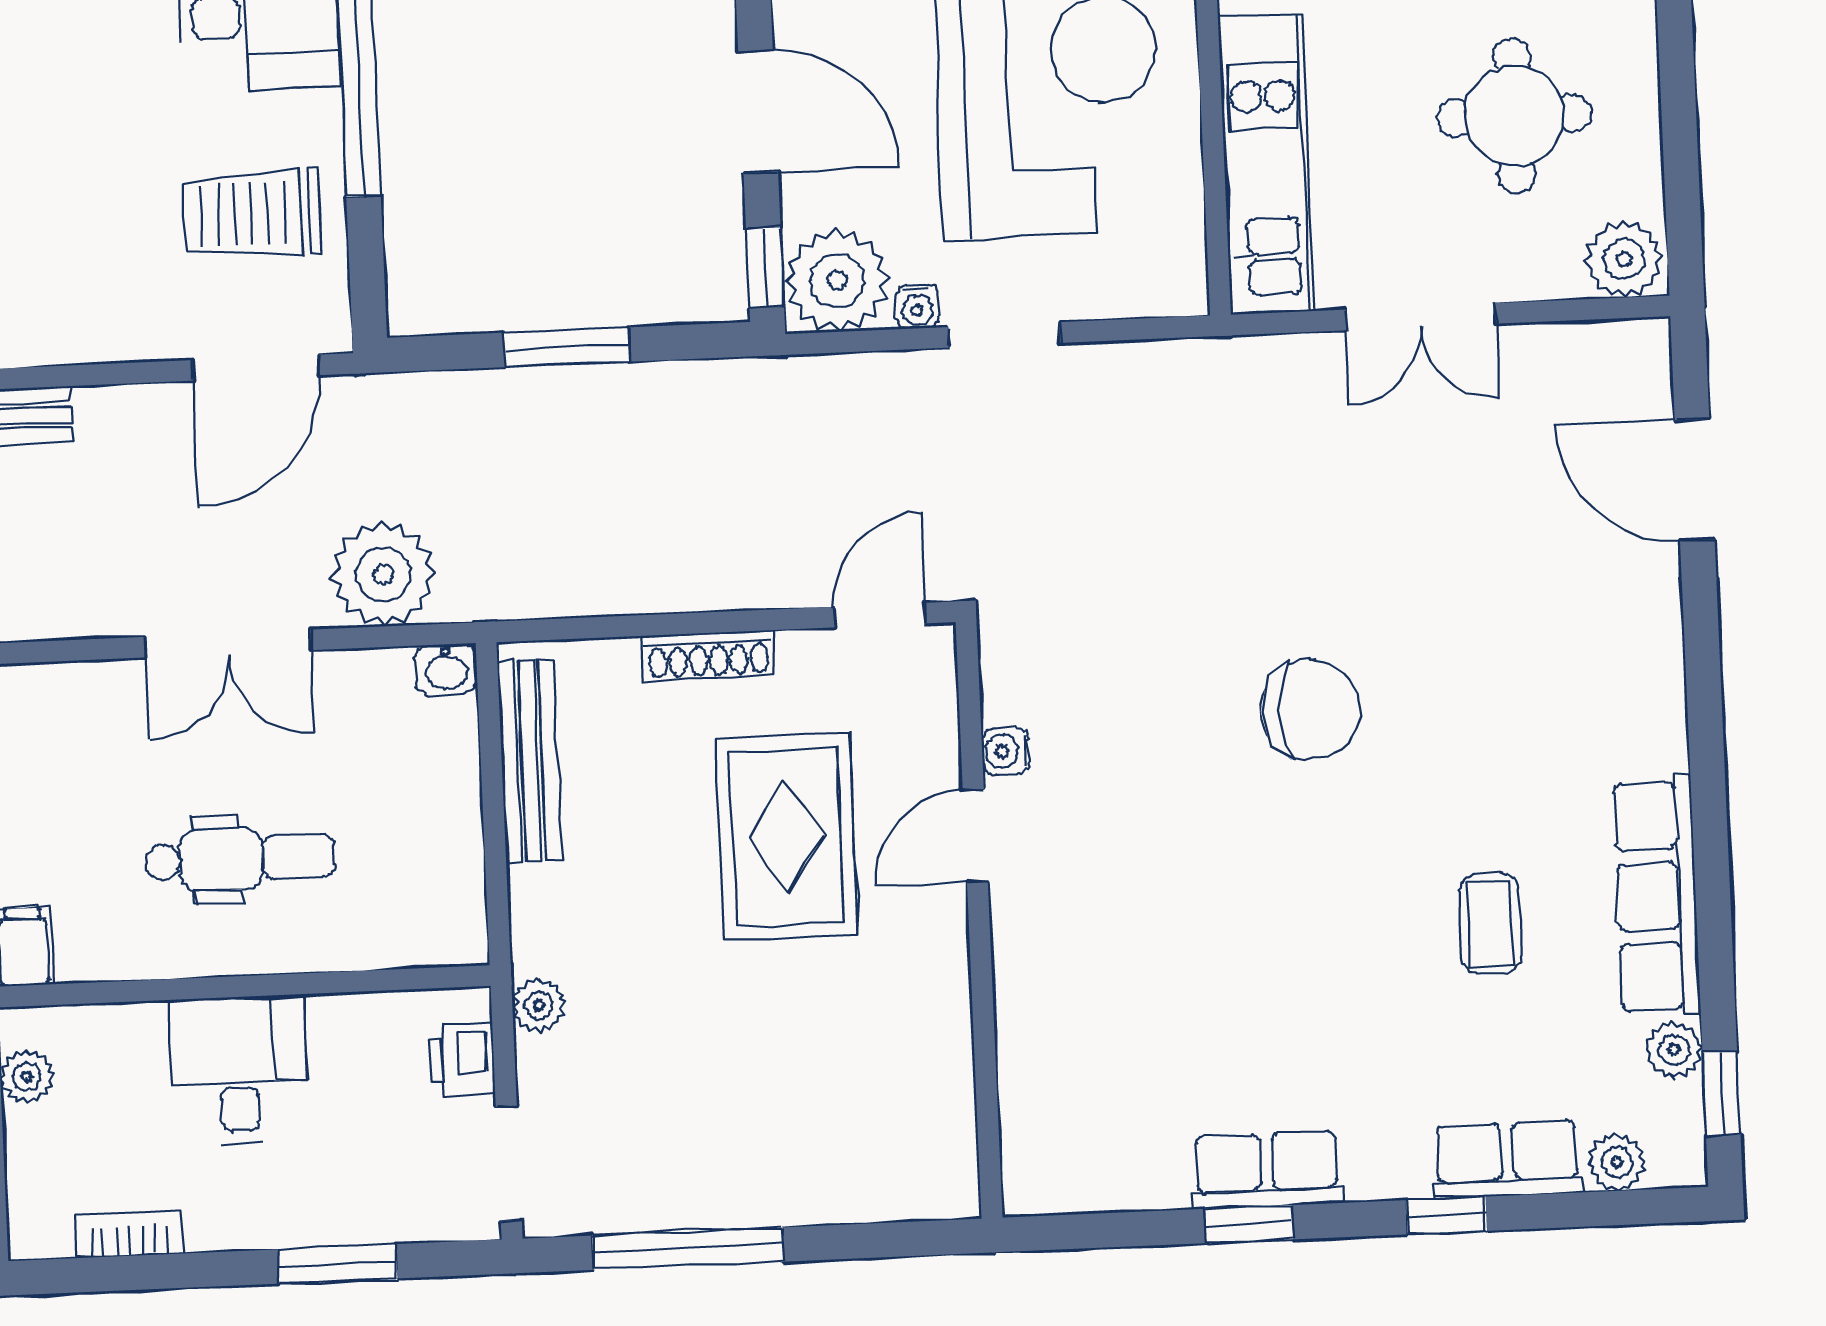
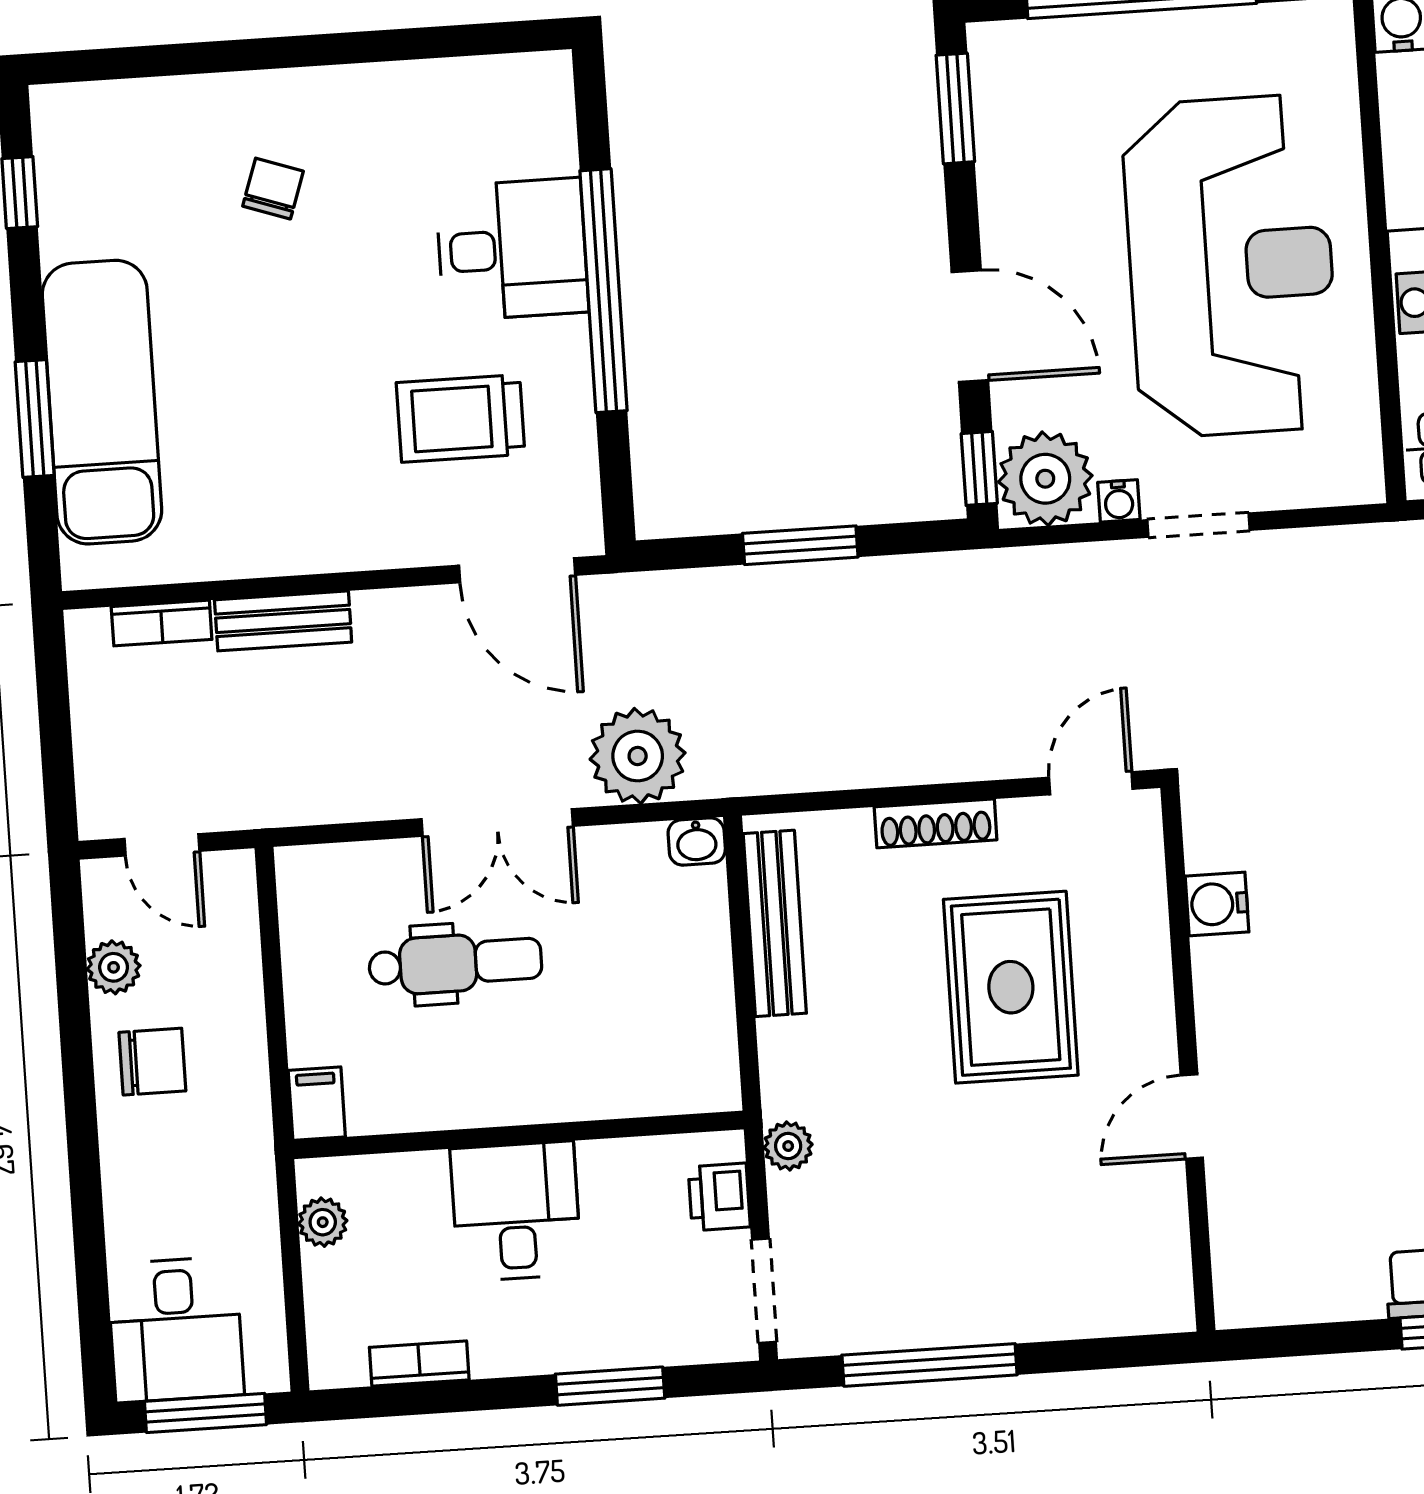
trolley: (252, 213) -> (461, 418), moved
door: (256, 368) -> (517, 570), hinge flipped
water cooler: (1006, 751) -> (1217, 904), width x1.38, depth x1.38
door: (975, 836) -> (1192, 1117), moved
dental chair: (240, 859) -> (455, 963), moved

